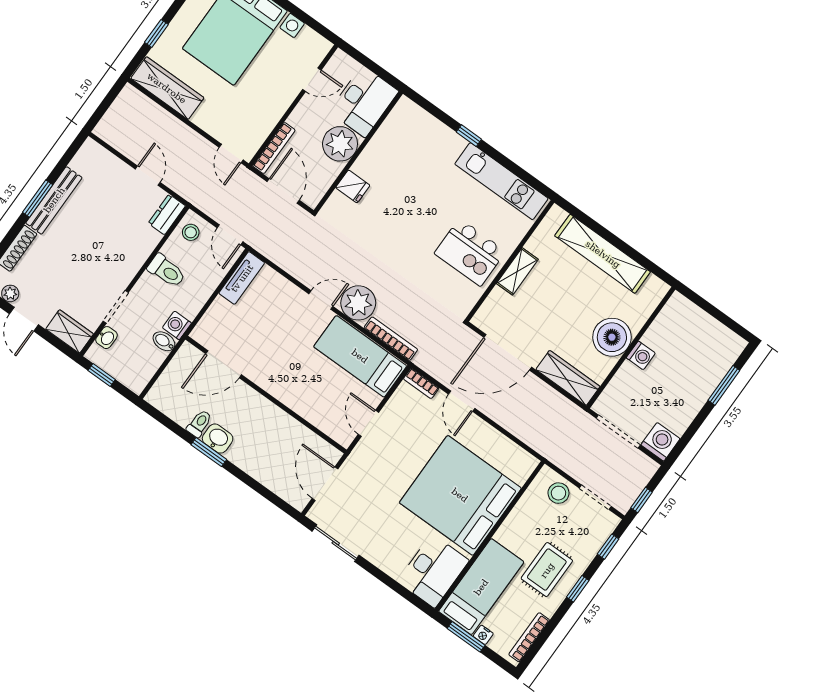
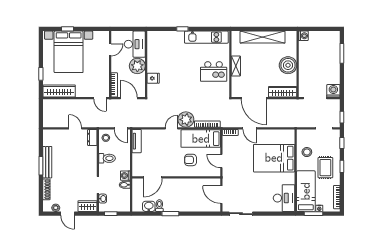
door: (508, 352) -> (254, 98), hinge flipped
washing machine: (641, 355) -> (303, 36), moved
armchair: (314, 382) -> (190, 160), added
washbasin: (218, 439) -> (149, 206), moved
stool: (558, 493) -> (307, 152), moved
bed: (460, 495) -> (274, 158), width x0.73

